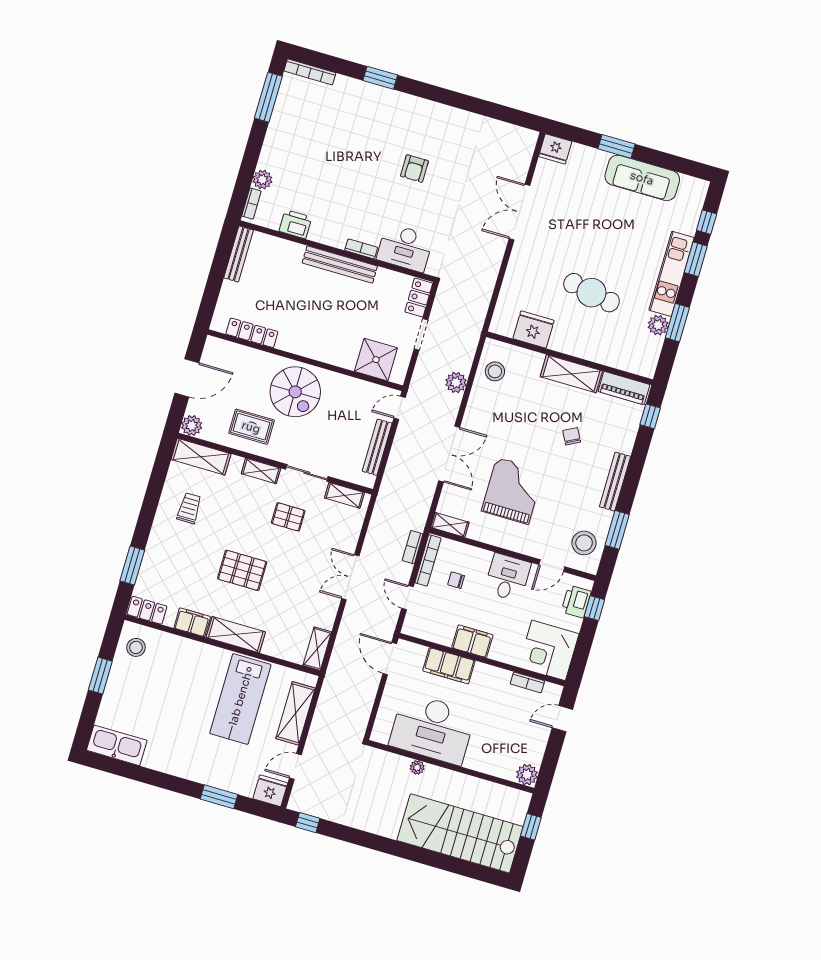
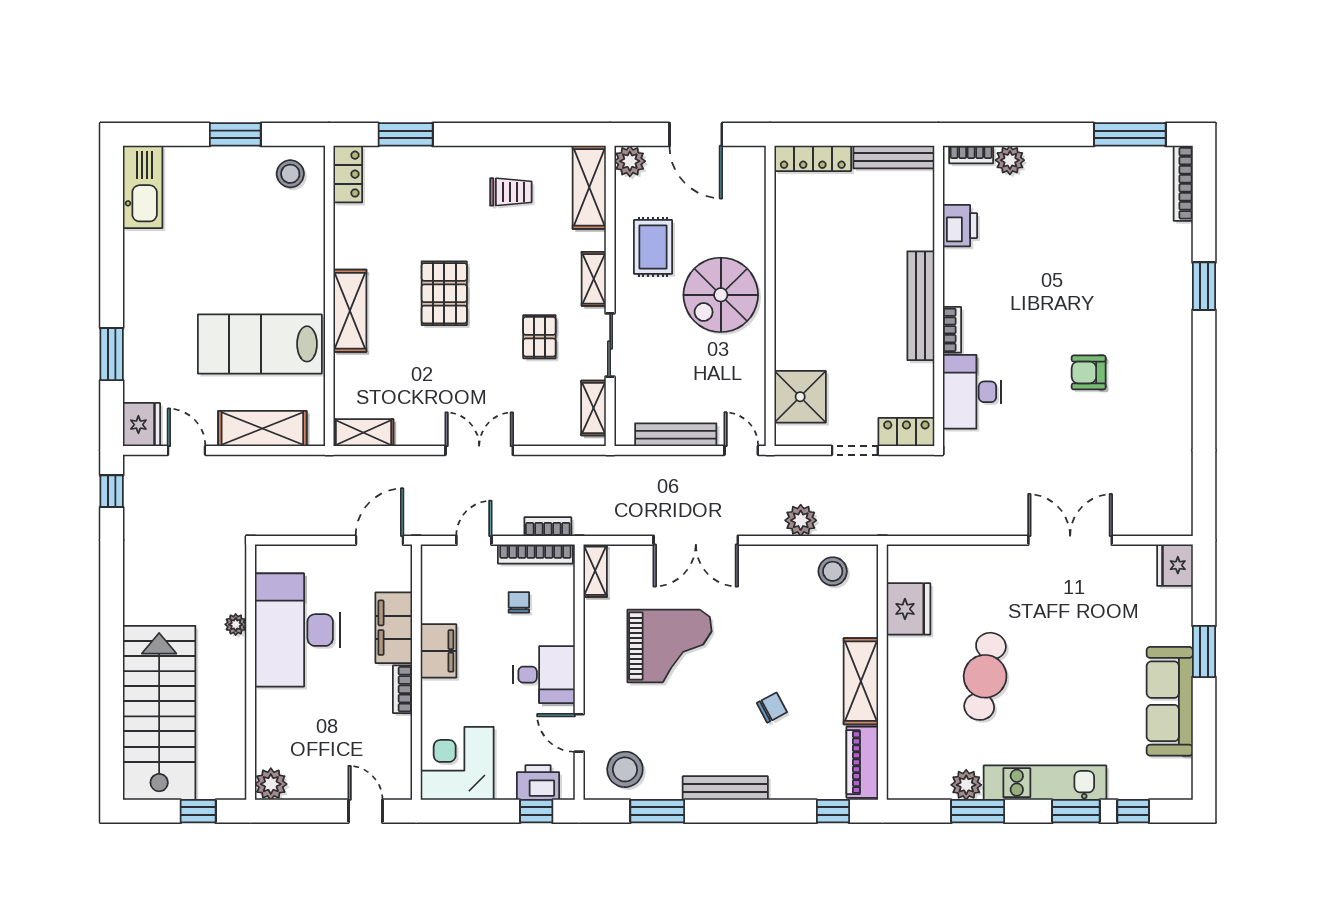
locker: (252, 333) -> (813, 158), moved, turned 90
filing cabinet: (192, 622) -> (349, 243), removed
bookcase: (527, 682) -> (403, 689), moved

